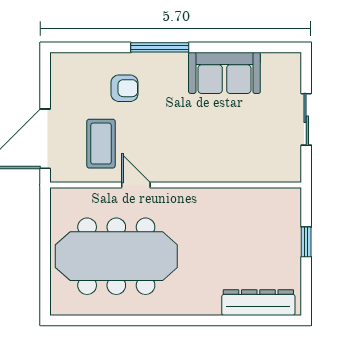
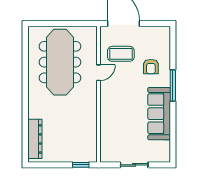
sofa: (224, 73) -> (159, 114), width x1.36
window: (306, 242) -> (81, 165), moved

